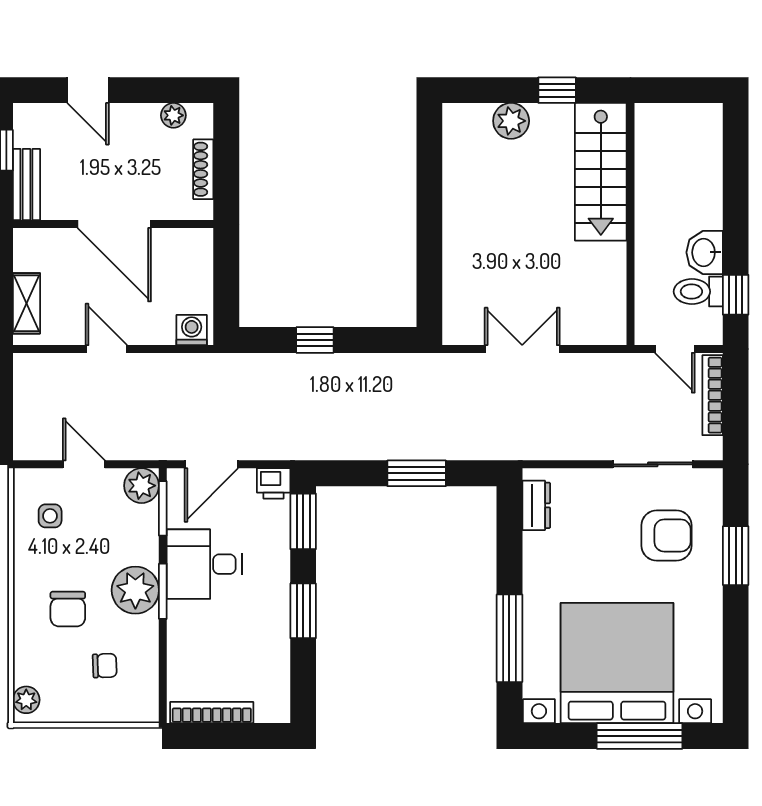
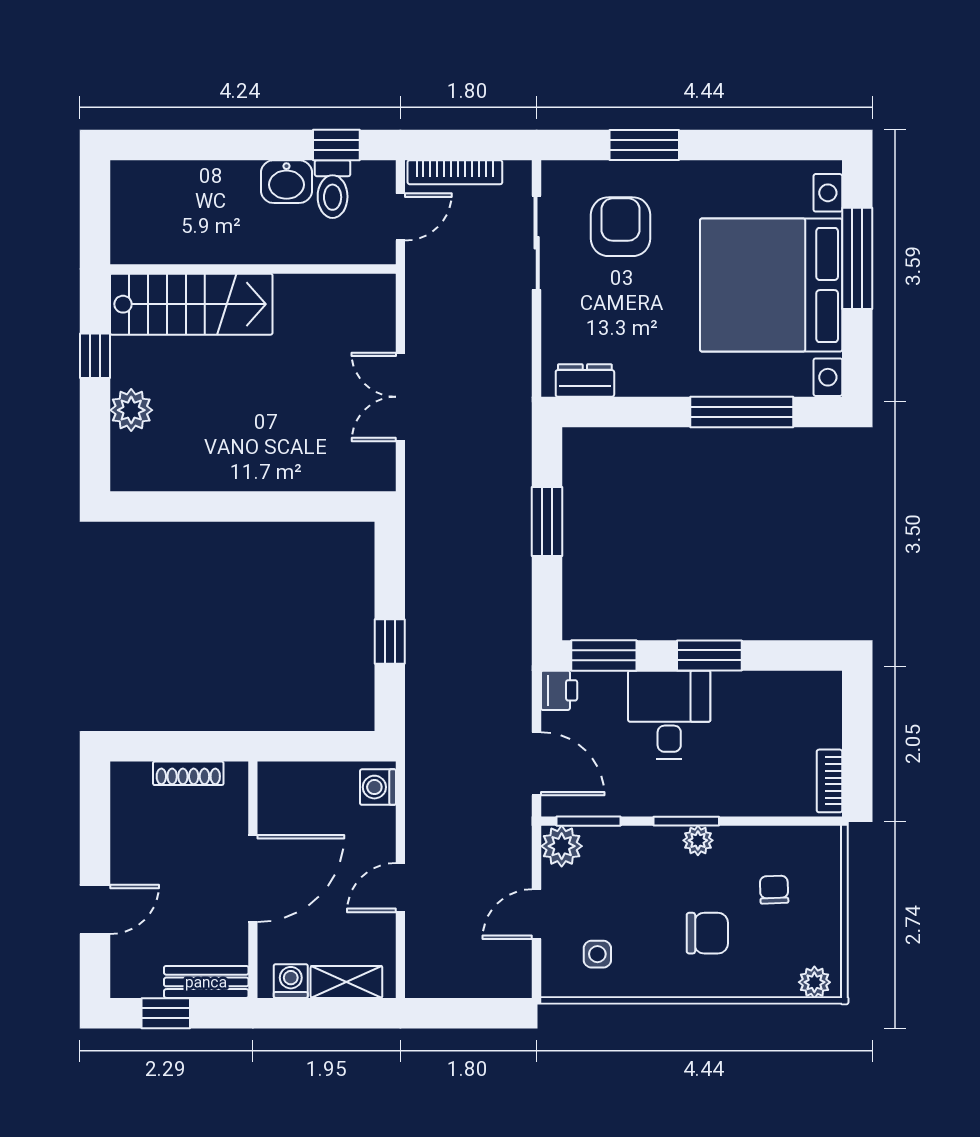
plant: (173, 115) -> (125, 809), removed
washing machine: (27, 256) -> (291, 981), added
desk: (204, 564) -> (669, 715), moved, turned 180
plant: (135, 590) -> (698, 840), width x0.53, depth x0.53
bookcase: (212, 713) -> (829, 781), width x0.64

